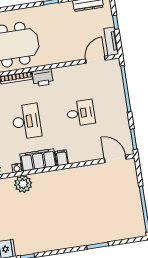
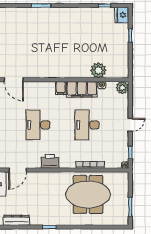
printer: (43, 78) -> (50, 161), moved
desk: (81, 113) -> (38, 125), width x1.37

